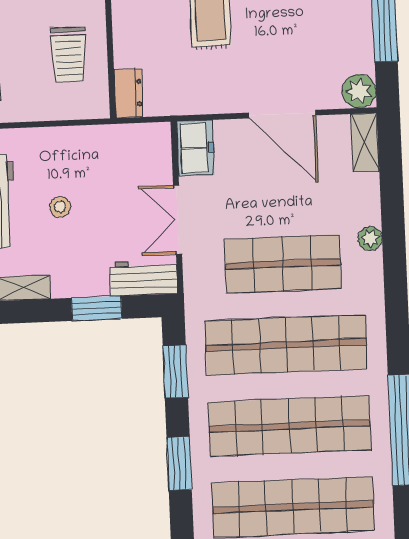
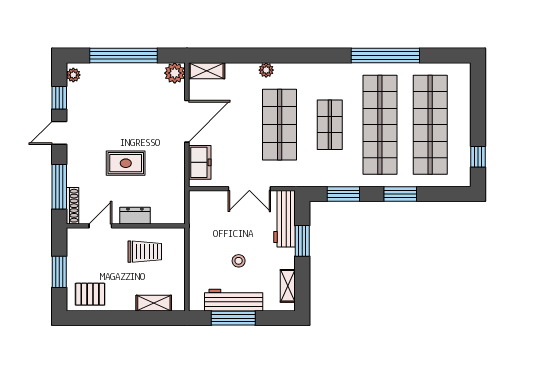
dresser: (129, 93) -> (135, 216), moved
freezer: (195, 148) -> (200, 162), moved, turned 90
workbench: (144, 278) -> (285, 219), width x1.38
shop shelf: (286, 345) -> (330, 125), width x0.50, depth x0.74

